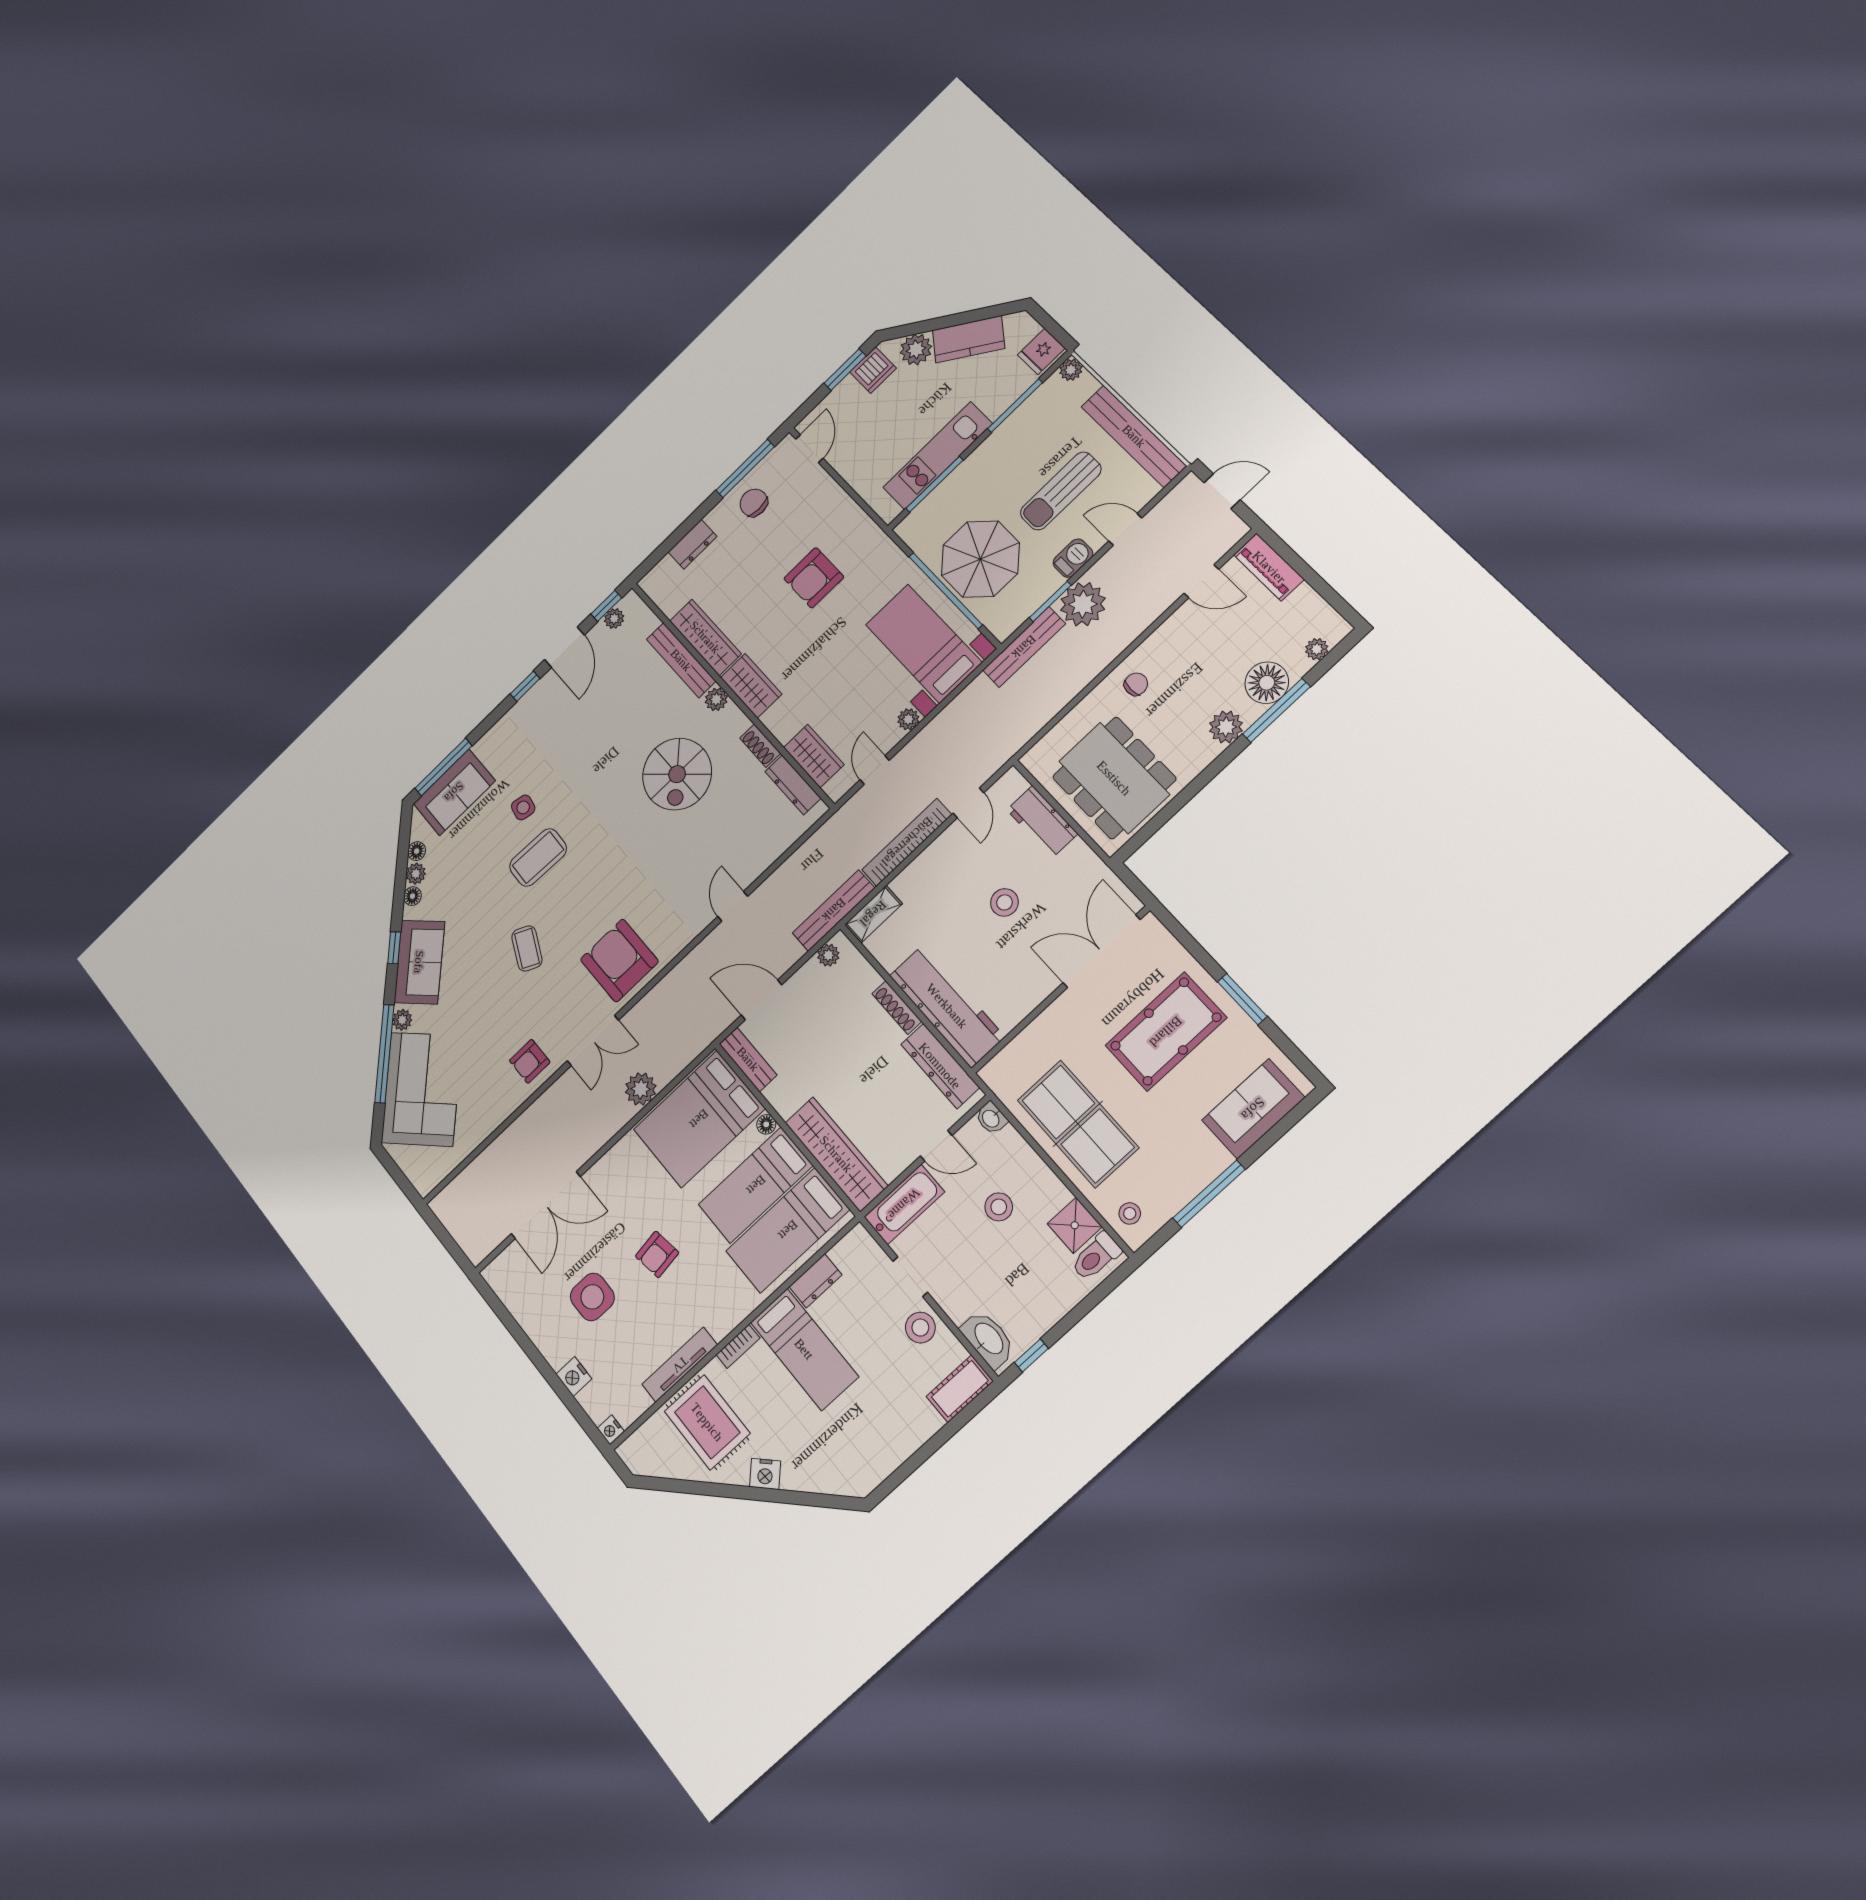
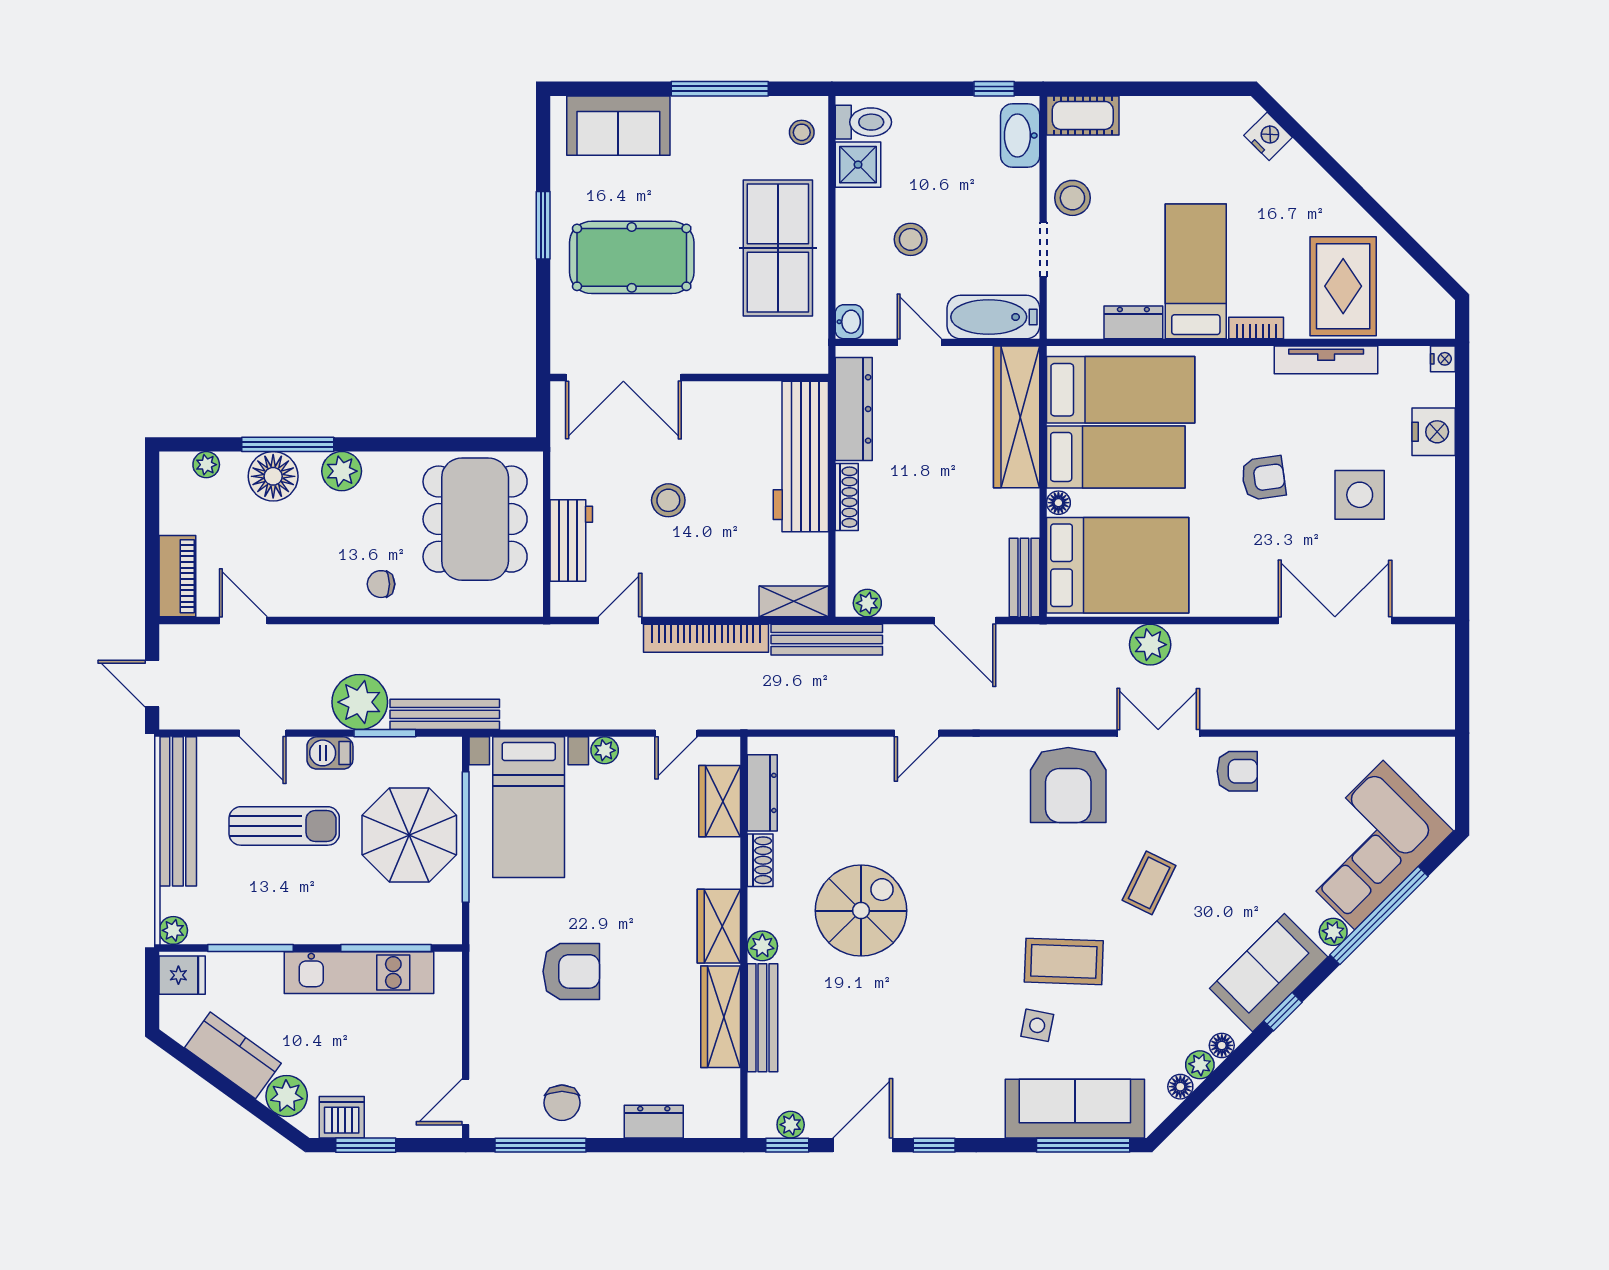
sofa: (454, 792) -> (1075, 1109), width x1.36
nightstand: (574, 1376) -> (1434, 432), width x1.36, depth x1.33
nightstand: (765, 1474) -> (1268, 136), moved

